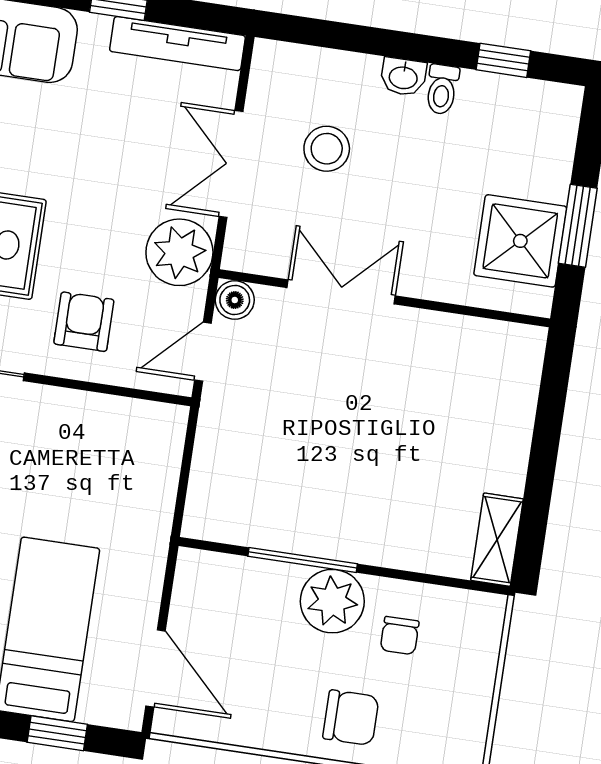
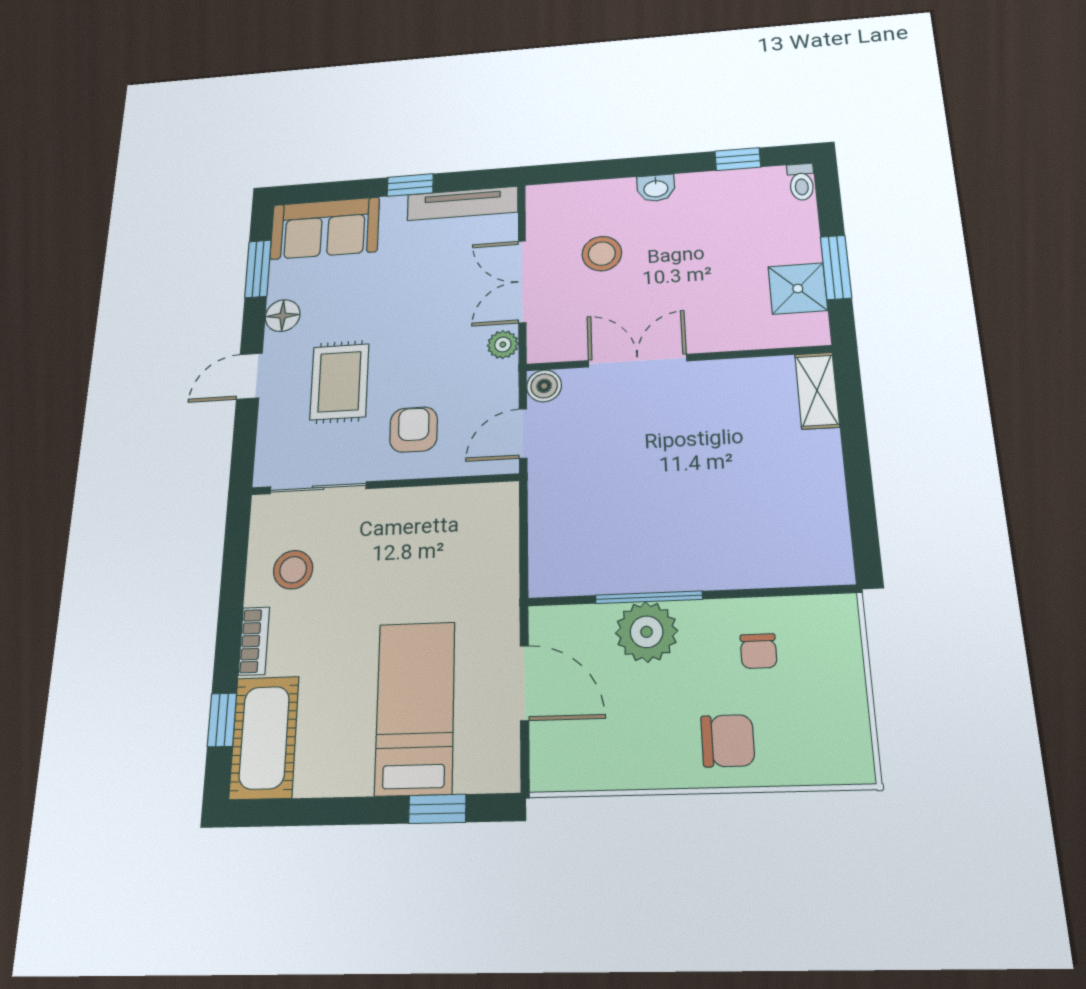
toilet: (442, 89) -> (801, 182), moved
shower: (520, 241) -> (798, 289), width x0.73, depth x0.73
plant: (179, 252) -> (503, 345), width x0.53, depth x0.53
shelving: (497, 540) -> (817, 391), moved
plant: (332, 601) -> (647, 632), moved
door: (156, 668) -> (524, 683), moved

